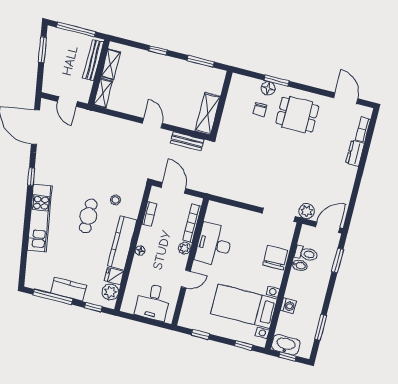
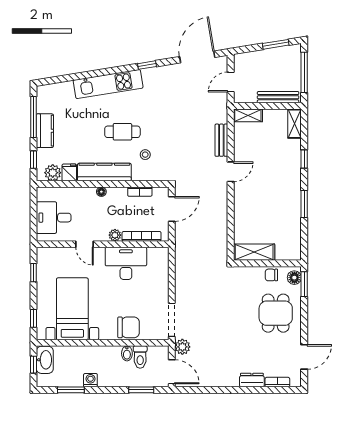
shelving: (111, 64) -> (295, 124), moved, turned 90
wall: (222, 104) -> (267, 263), moved
shelving: (208, 114) -> (254, 252), moved
bench: (187, 141) -> (221, 140), moved
washing machine: (288, 306) -> (90, 380), moved, turned 180

